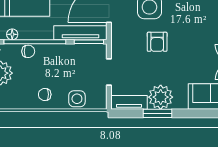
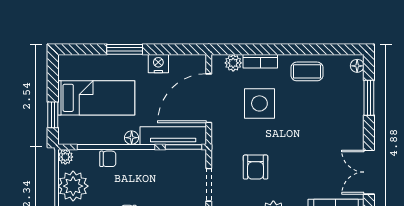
floor lamp: (12, 34) -> (132, 138), moved
armchair: (157, 42) -> (256, 167), moved

